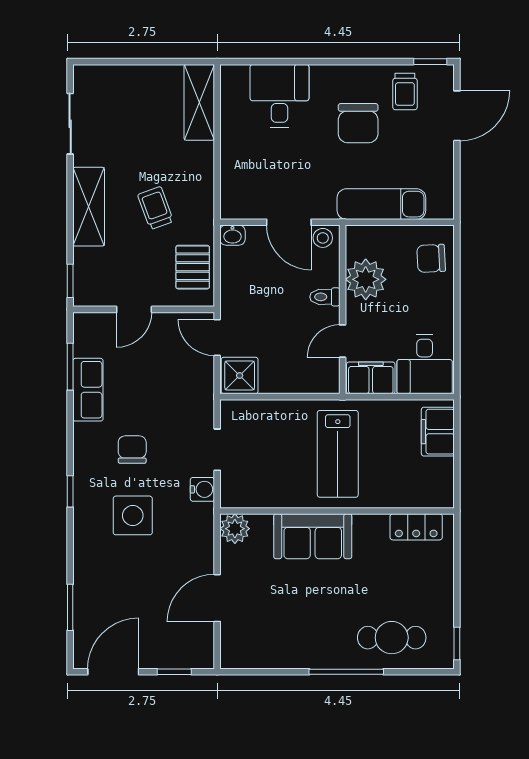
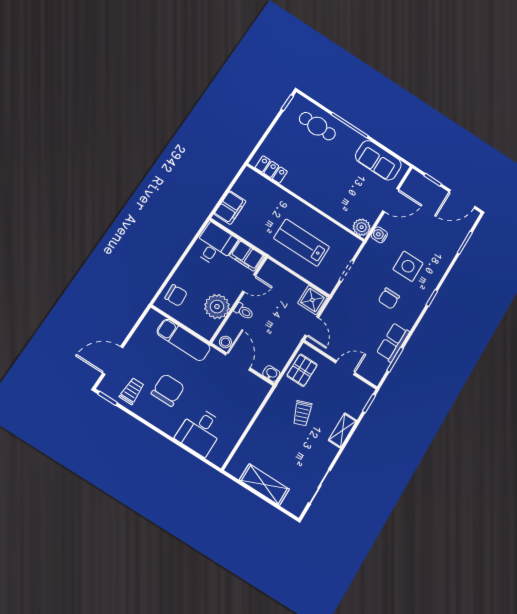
shelving: (199, 102) -> (264, 485), moved, turned 90
shelving: (89, 207) -> (343, 430), width x0.67, depth x0.75
lab bench: (338, 454) -> (302, 243), moved, turned -90
water cooler: (202, 489) -> (379, 235), moved
sofa: (313, 536) -> (378, 160), moved, turned 180

